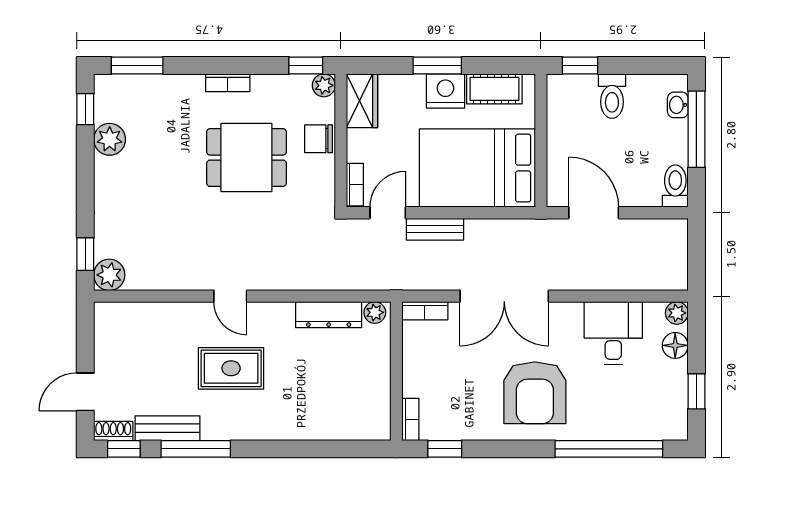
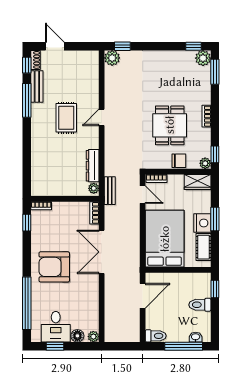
plant: (110, 139) -> (203, 58), moved
chair: (319, 139) -> (179, 161), turned 90
bench: (435, 229) -> (110, 191), moved
desk: (613, 333) -> (56, 327), moved, turned 90

